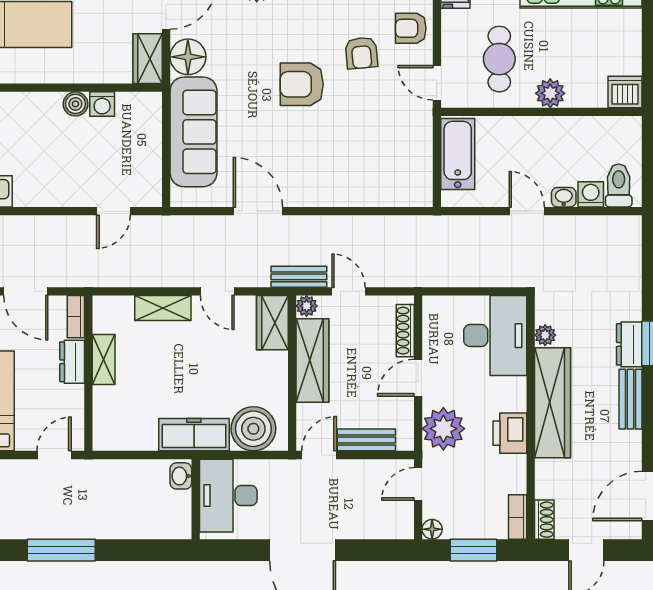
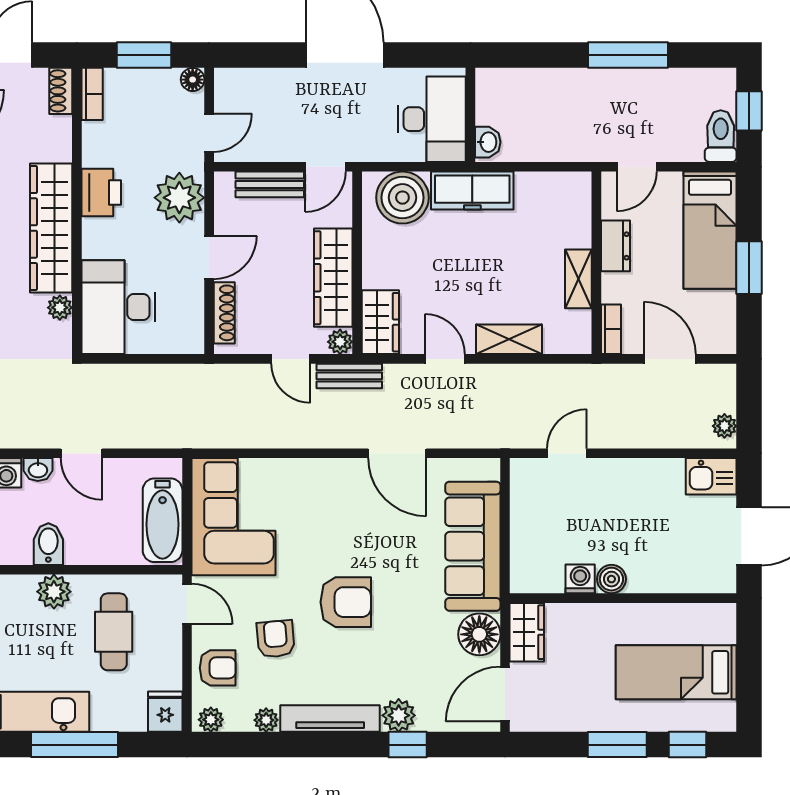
bidet: (555, 134) -> (48, 544), added
corner sofa: (397, 157) -> (234, 517), added
dresser: (72, 362) -> (615, 246), moved

